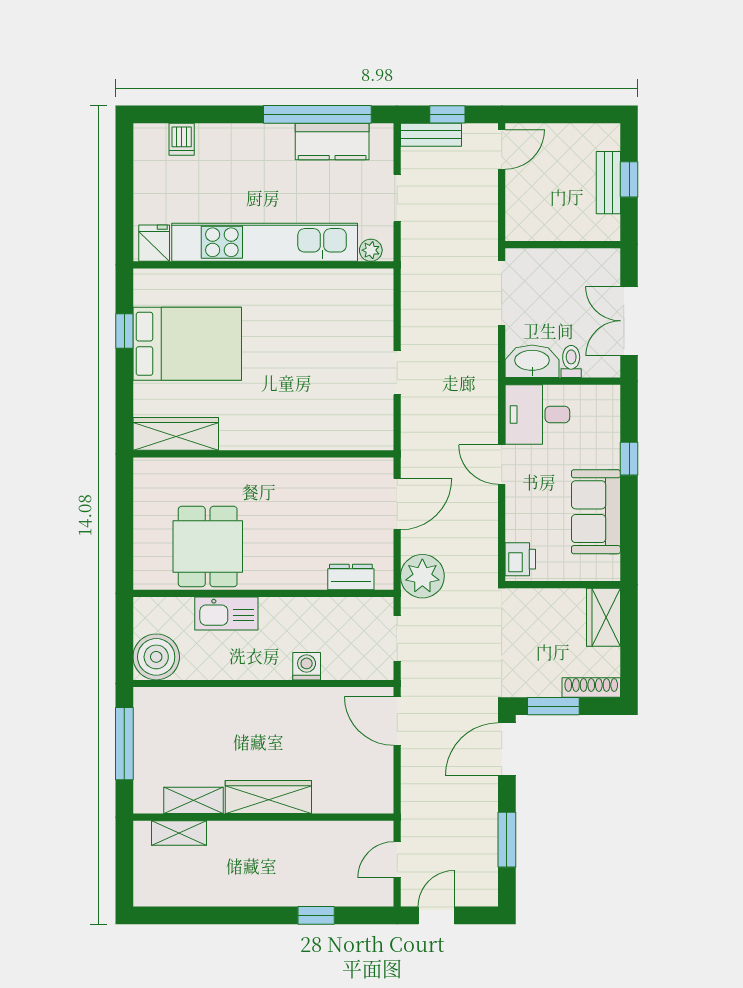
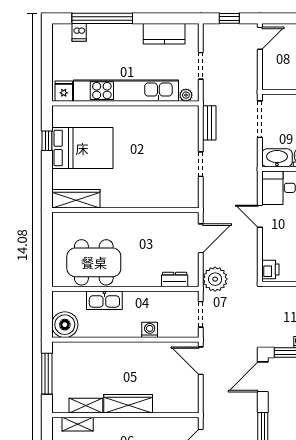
window: (317, 114) -> (102, 18), moved
bench: (431, 135) -> (209, 123), moved, turned 90
dining table: (208, 547) -> (94, 262), width x1.38

